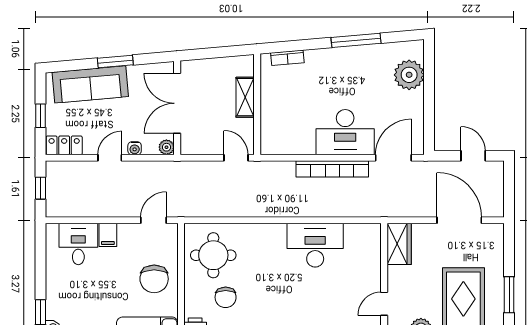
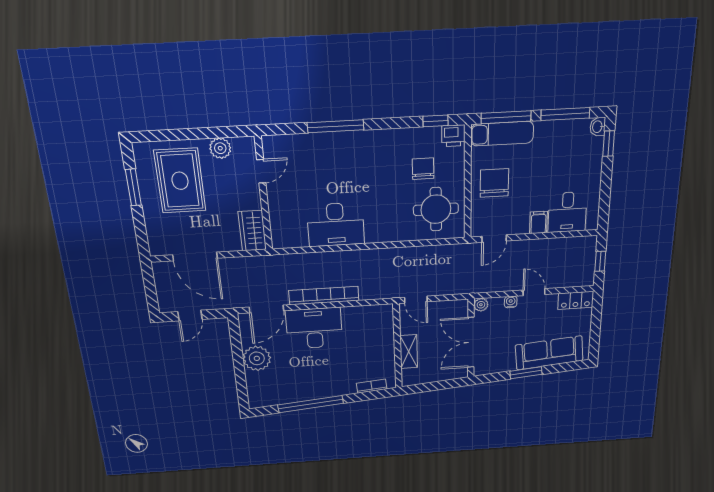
window: (356, 40) -> (311, 404), width x1.46
plant: (409, 75) -> (257, 358), moved
double door: (177, 103) -> (471, 342), swing flipped
window: (40, 116) -> (596, 324), removed
door: (473, 156) -> (190, 316), hinge flipped
door: (110, 158) -> (534, 292), swing flipped

